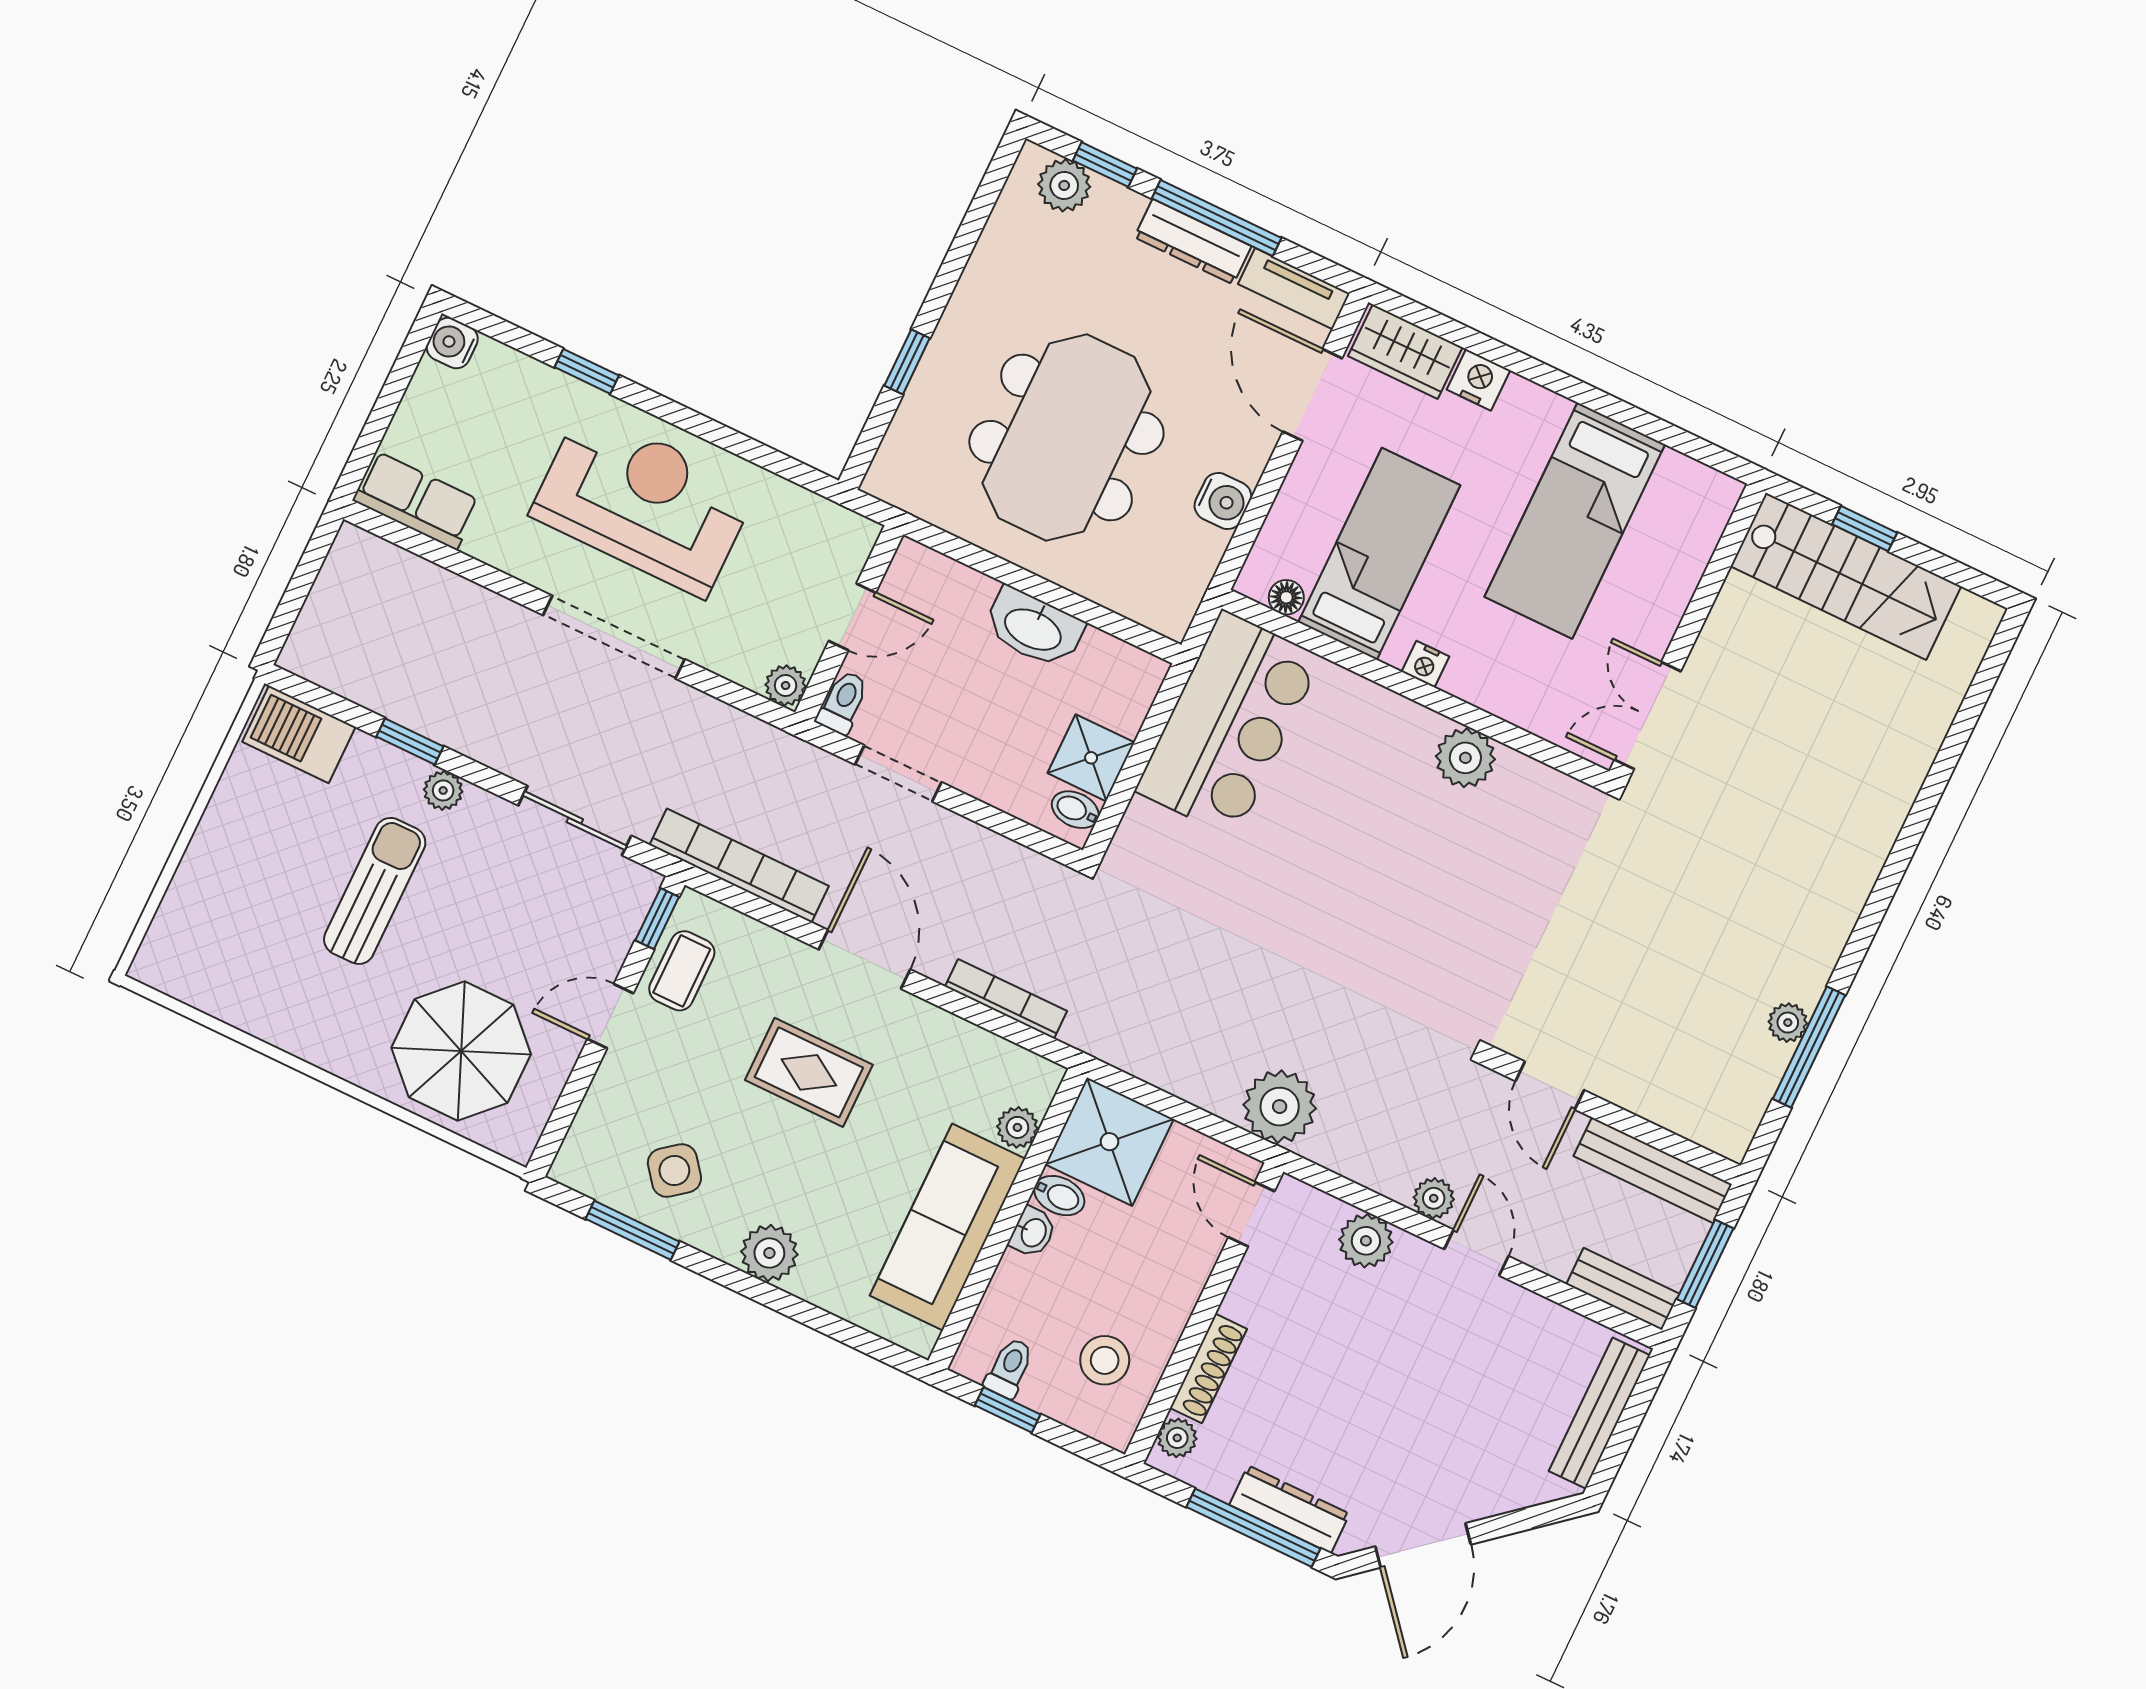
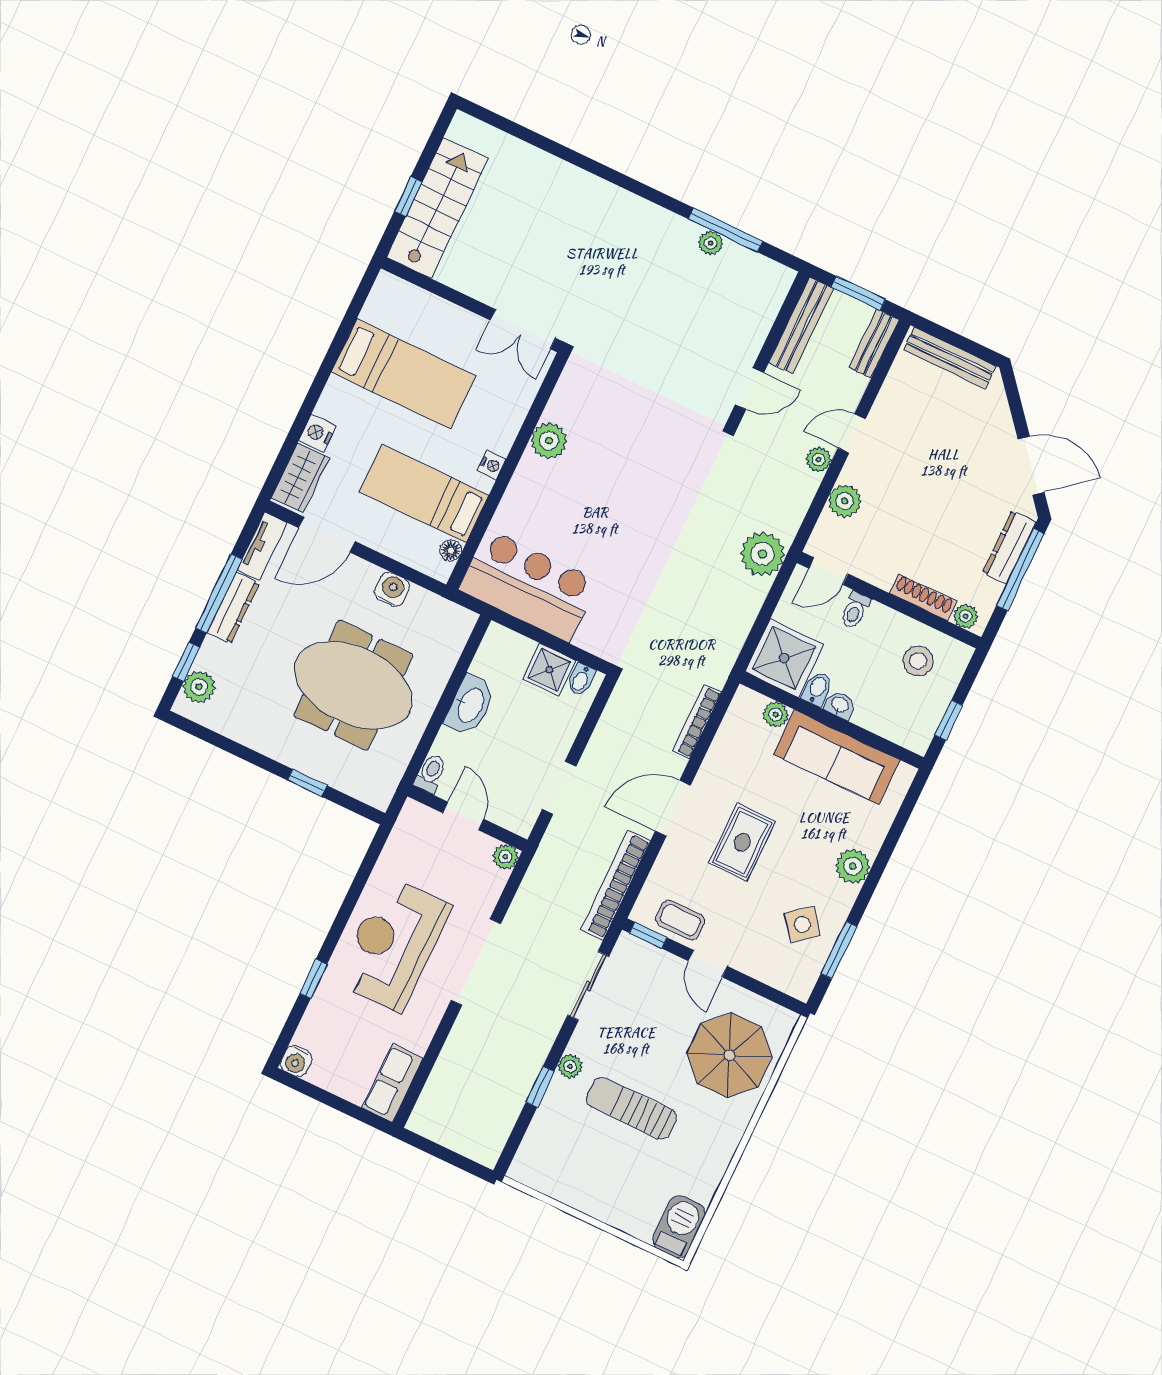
toilet: (843, 702) -> (431, 773), moved, turned 90
barbecue: (299, 734) -> (679, 1227), moved, turned 180
toilet: (1009, 1368) -> (855, 610), moved, turned -90

